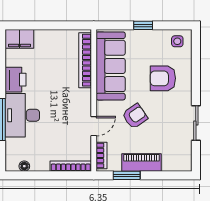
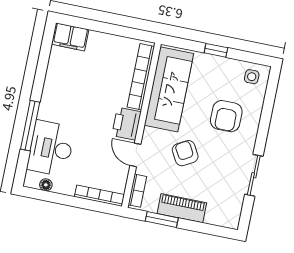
armchair: (163, 78) -> (226, 116), turned -90
printer: (15, 80) -> (126, 124), moved, turned 180
desk: (22, 115) -> (51, 148), moved
armchair: (135, 116) -> (185, 153), turned -85
door: (94, 126) -> (135, 155), swing flipped

